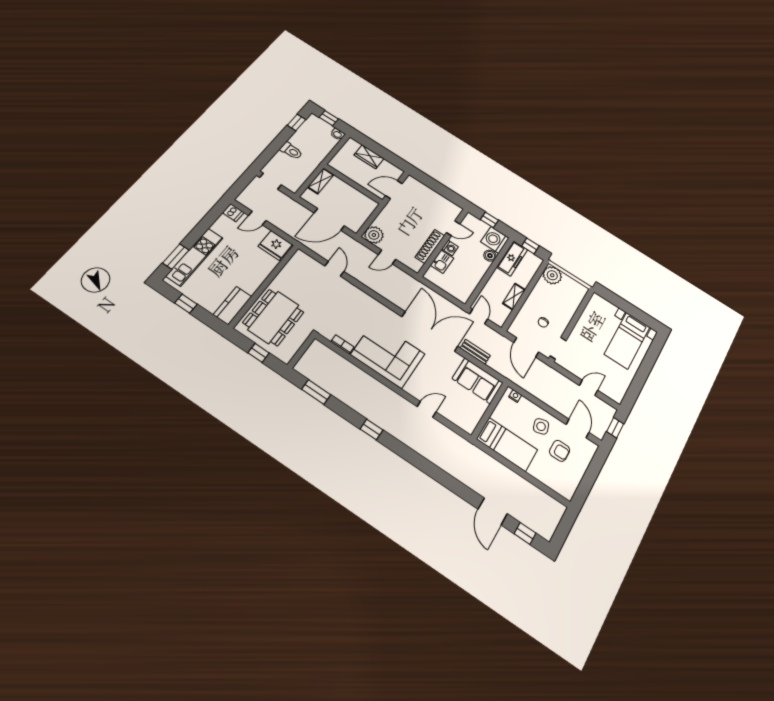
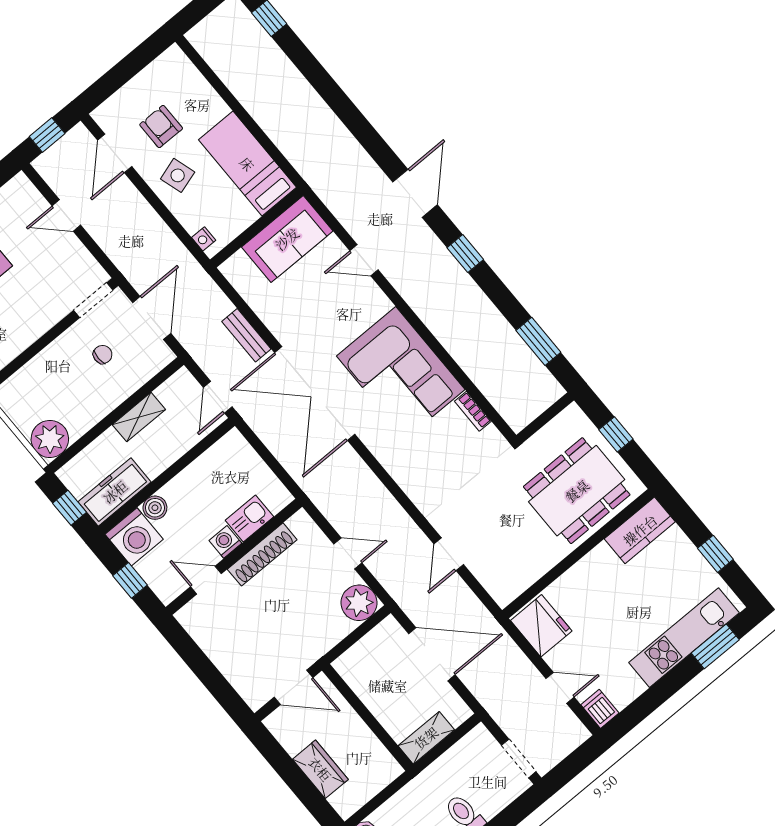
sofa: (478, 381) -> (287, 239), moved, turned 90
door: (493, 511) -> (415, 193), moved

